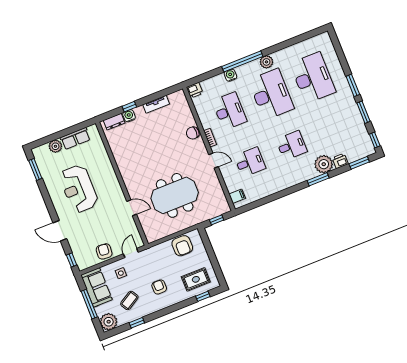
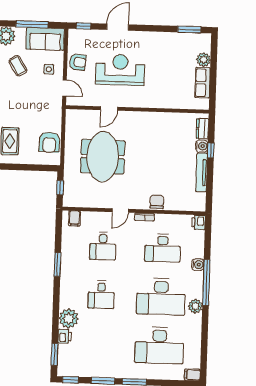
filing cabinet: (325, 39) -> (192, 375), added
tv unit: (156, 104) -> (202, 172), width x1.41
window: (318, 179) -> (57, 264), moved
reception desk: (79, 189) -> (120, 70), moved
armchair: (182, 246) -> (49, 142), turned -88
armchair: (159, 287) -> (18, 101), removed

